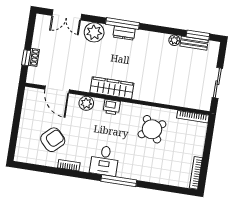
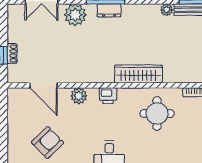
wardrobe: (112, 88) -> (138, 74), moved
round table: (152, 129) -> (157, 114), turned 35

